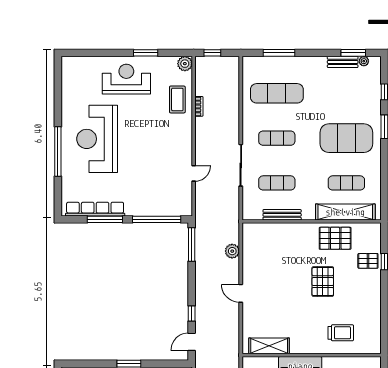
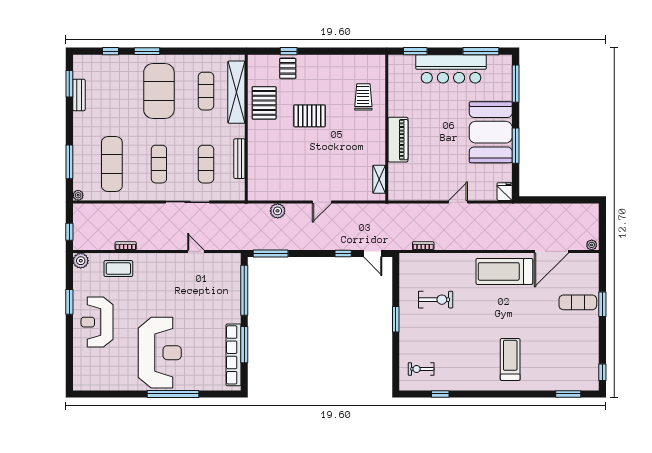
plant: (364, 61) -> (78, 195), moved
reception desk: (97, 139) -> (160, 353), turned -90
shelving: (269, 346) -> (379, 179), width x0.67, depth x0.75

